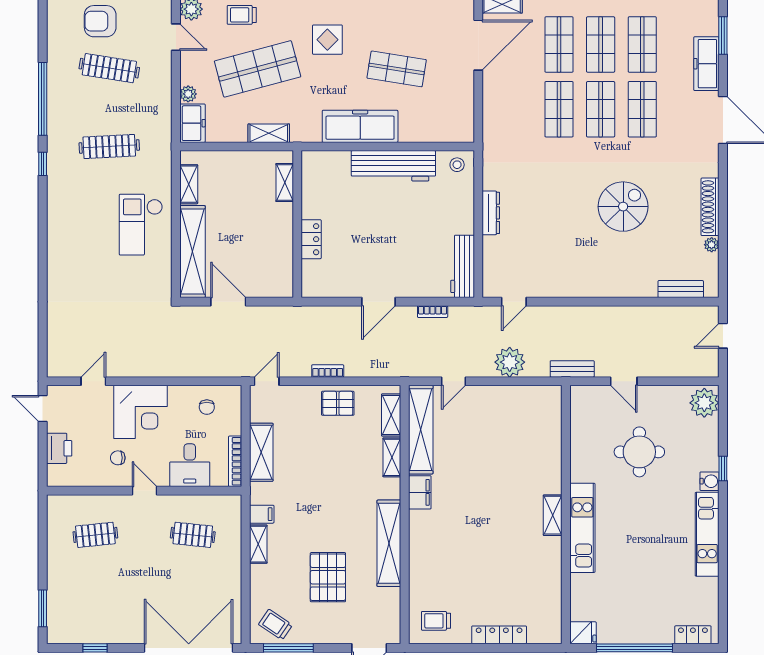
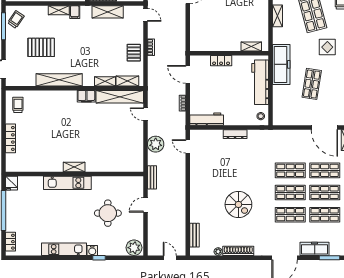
shelving: (285, 183) -> (251, 47), moved
wall: (297, 224) -> (229, 53), moved
locker: (311, 239) -> (221, 61), moved

